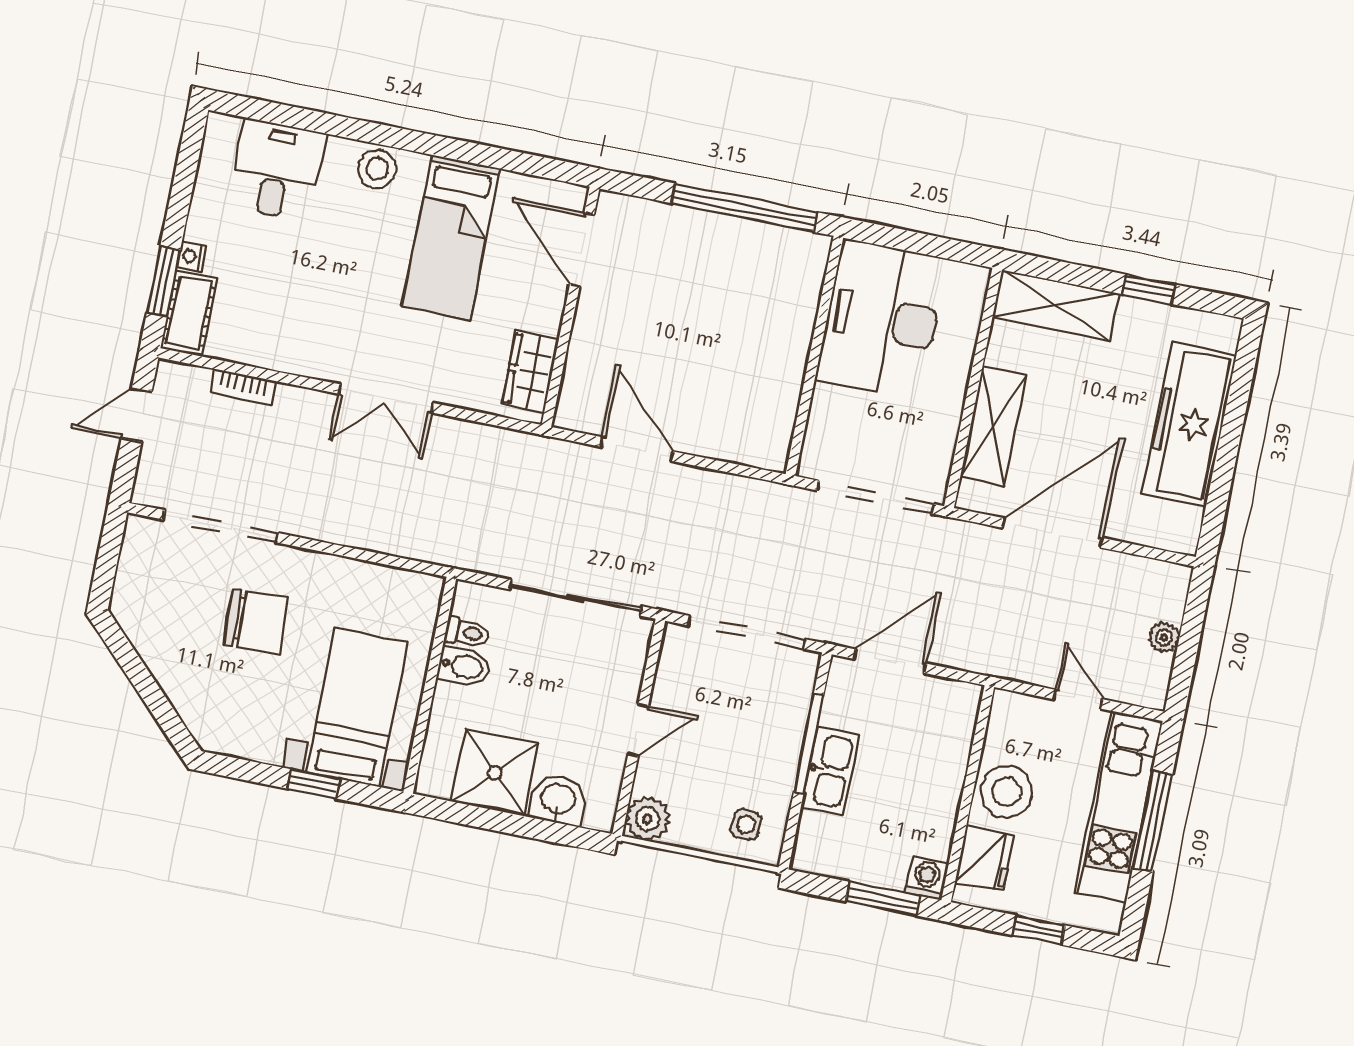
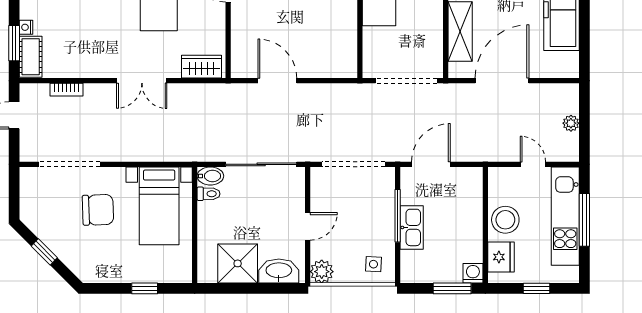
wardrobe: (530, 371) -> (202, 67), moved, turned 90
bidet: (464, 666) -> (210, 176), moved
window: (141, 679) -> (44, 252), added
bed with nightstands: (357, 707) -> (159, 206), moved, turned 180
washbasin: (558, 800) -> (279, 271), width x1.38

